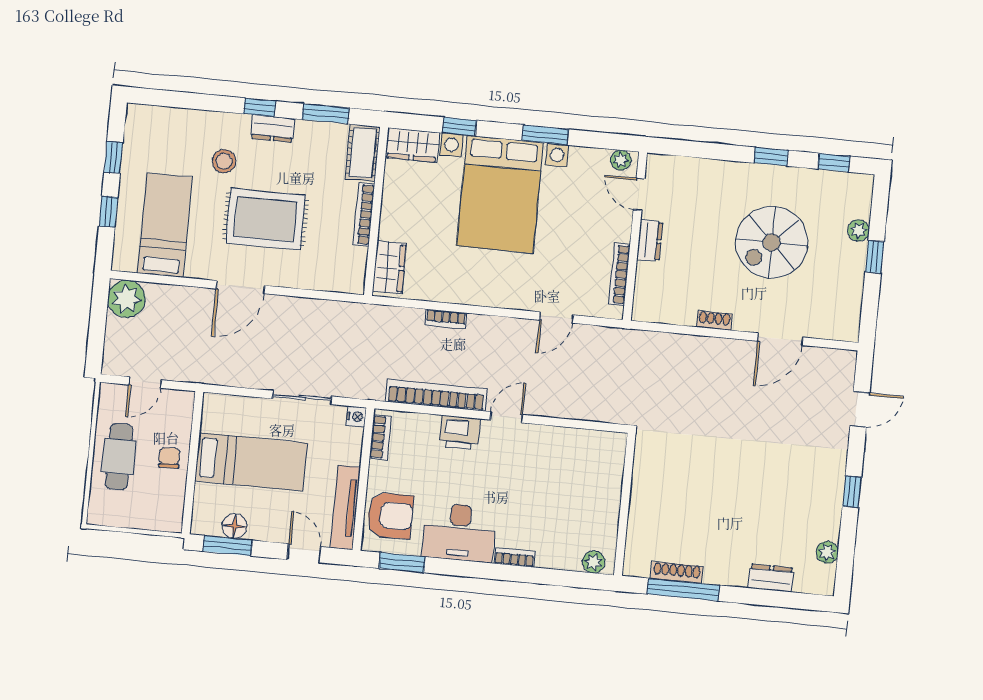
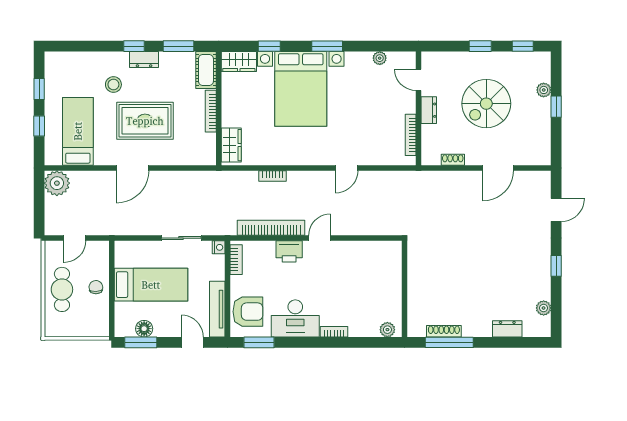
door: (639, 194) -> (419, 80), moved
wall: (635, 236) -> (419, 108), moved
dresser: (650, 240) -> (429, 110), moved
bookcase: (619, 274) -> (411, 135), moved

